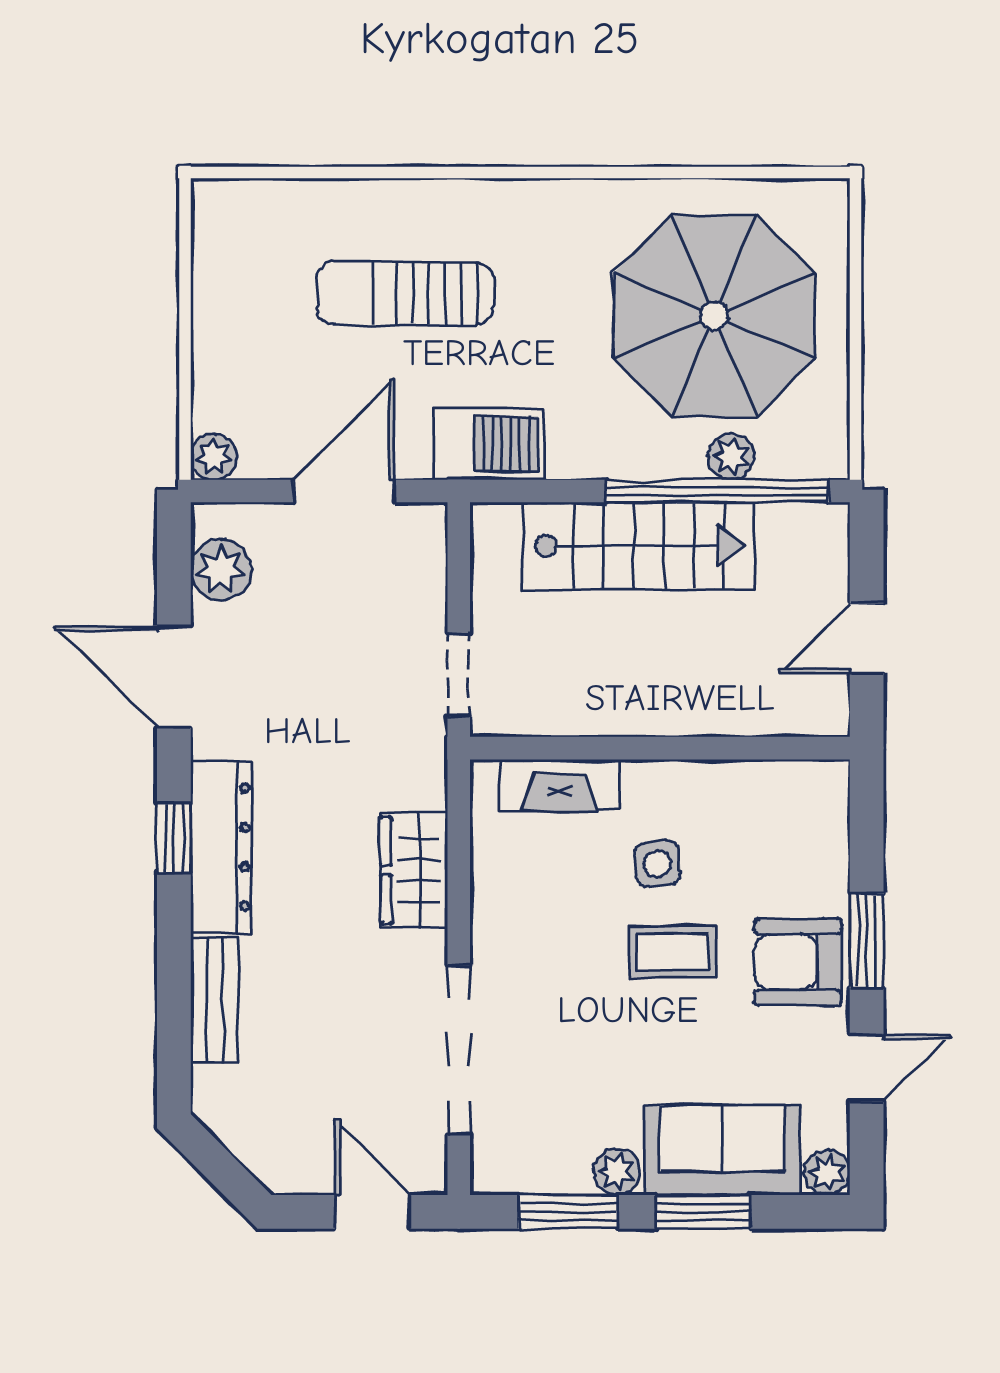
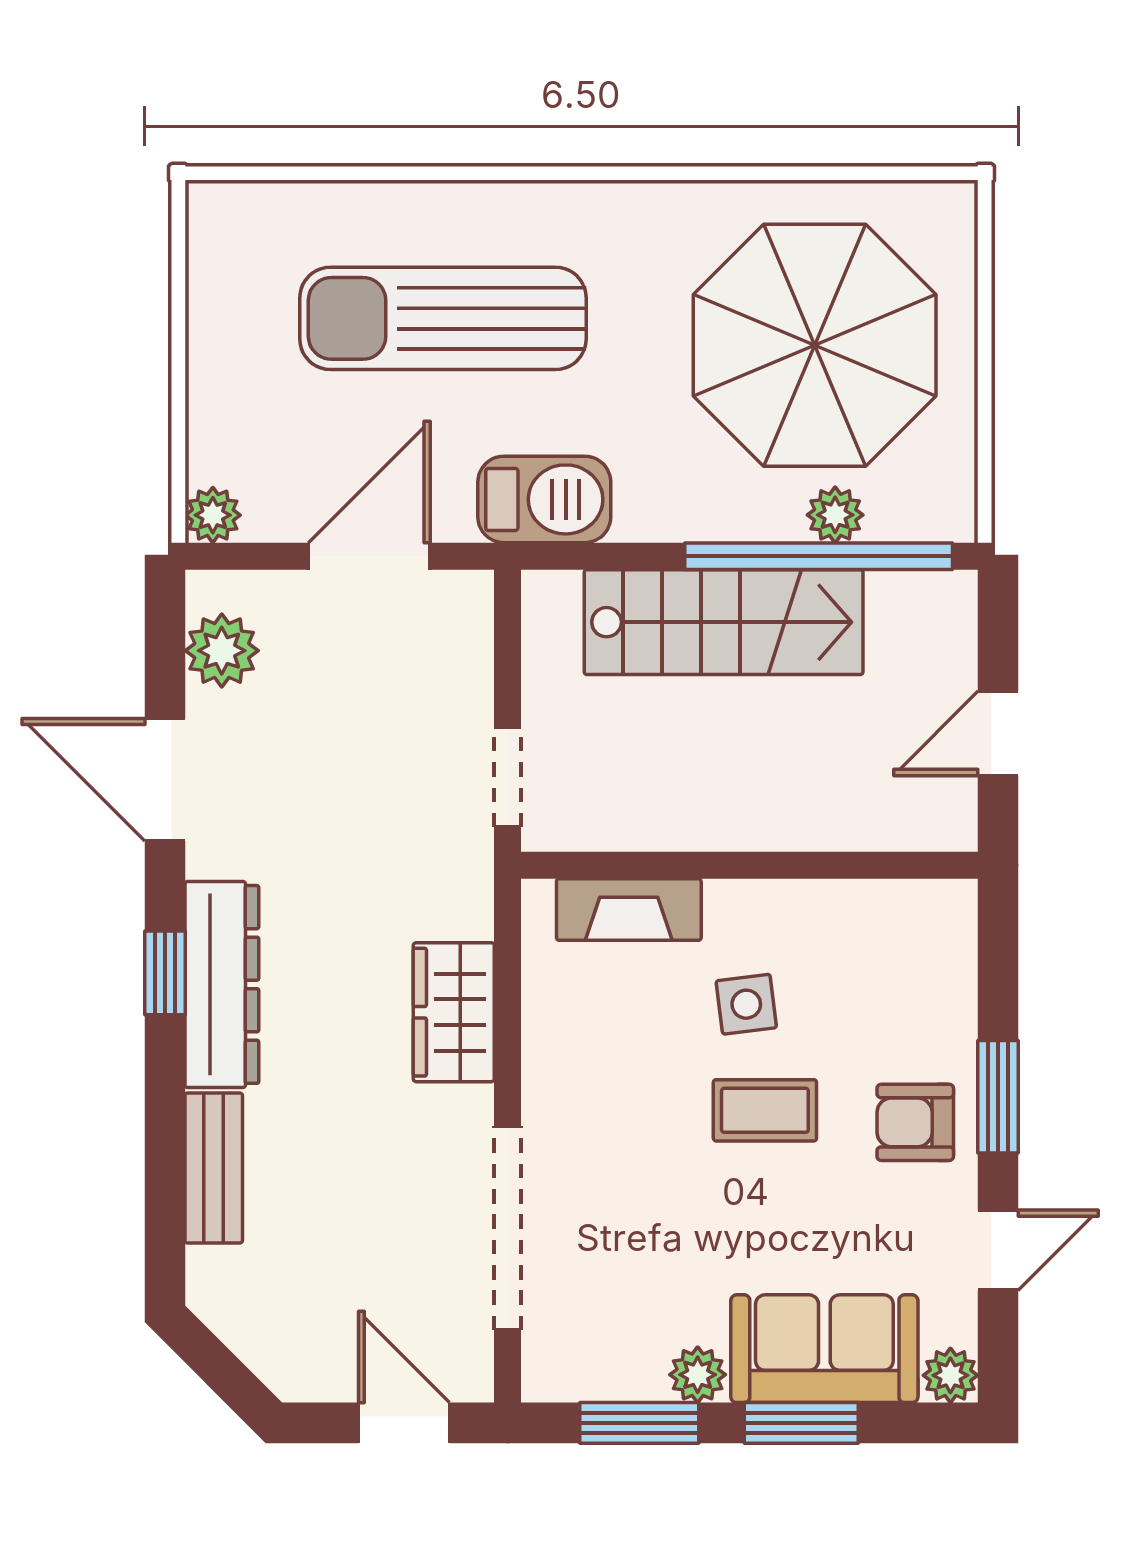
sun lounger: (405, 293) -> (443, 318), width x1.36, depth x1.34
armchair: (798, 962) -> (915, 1122), width x0.72, depth x0.72

